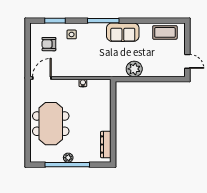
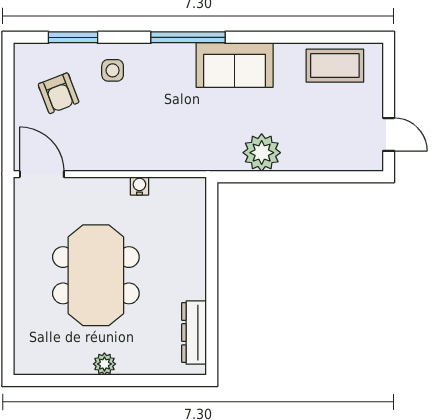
armchair: (49, 44) -> (59, 93), turned -111
door: (42, 78) -> (42, 174), hinge flipped
meeting table: (51, 124) -> (96, 275), moved
window: (67, 165) -> (102, 381), removed

